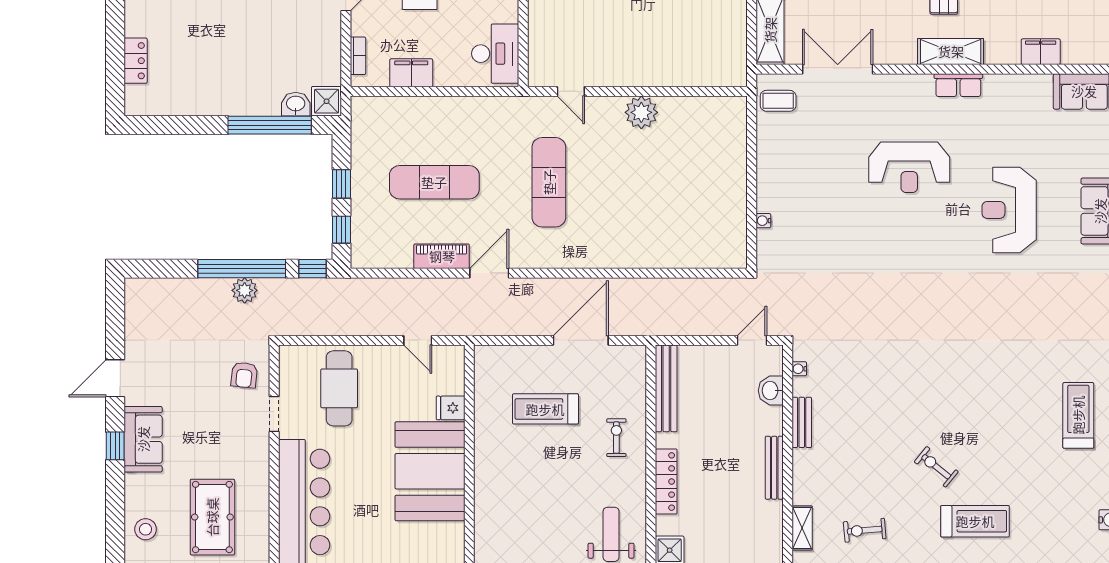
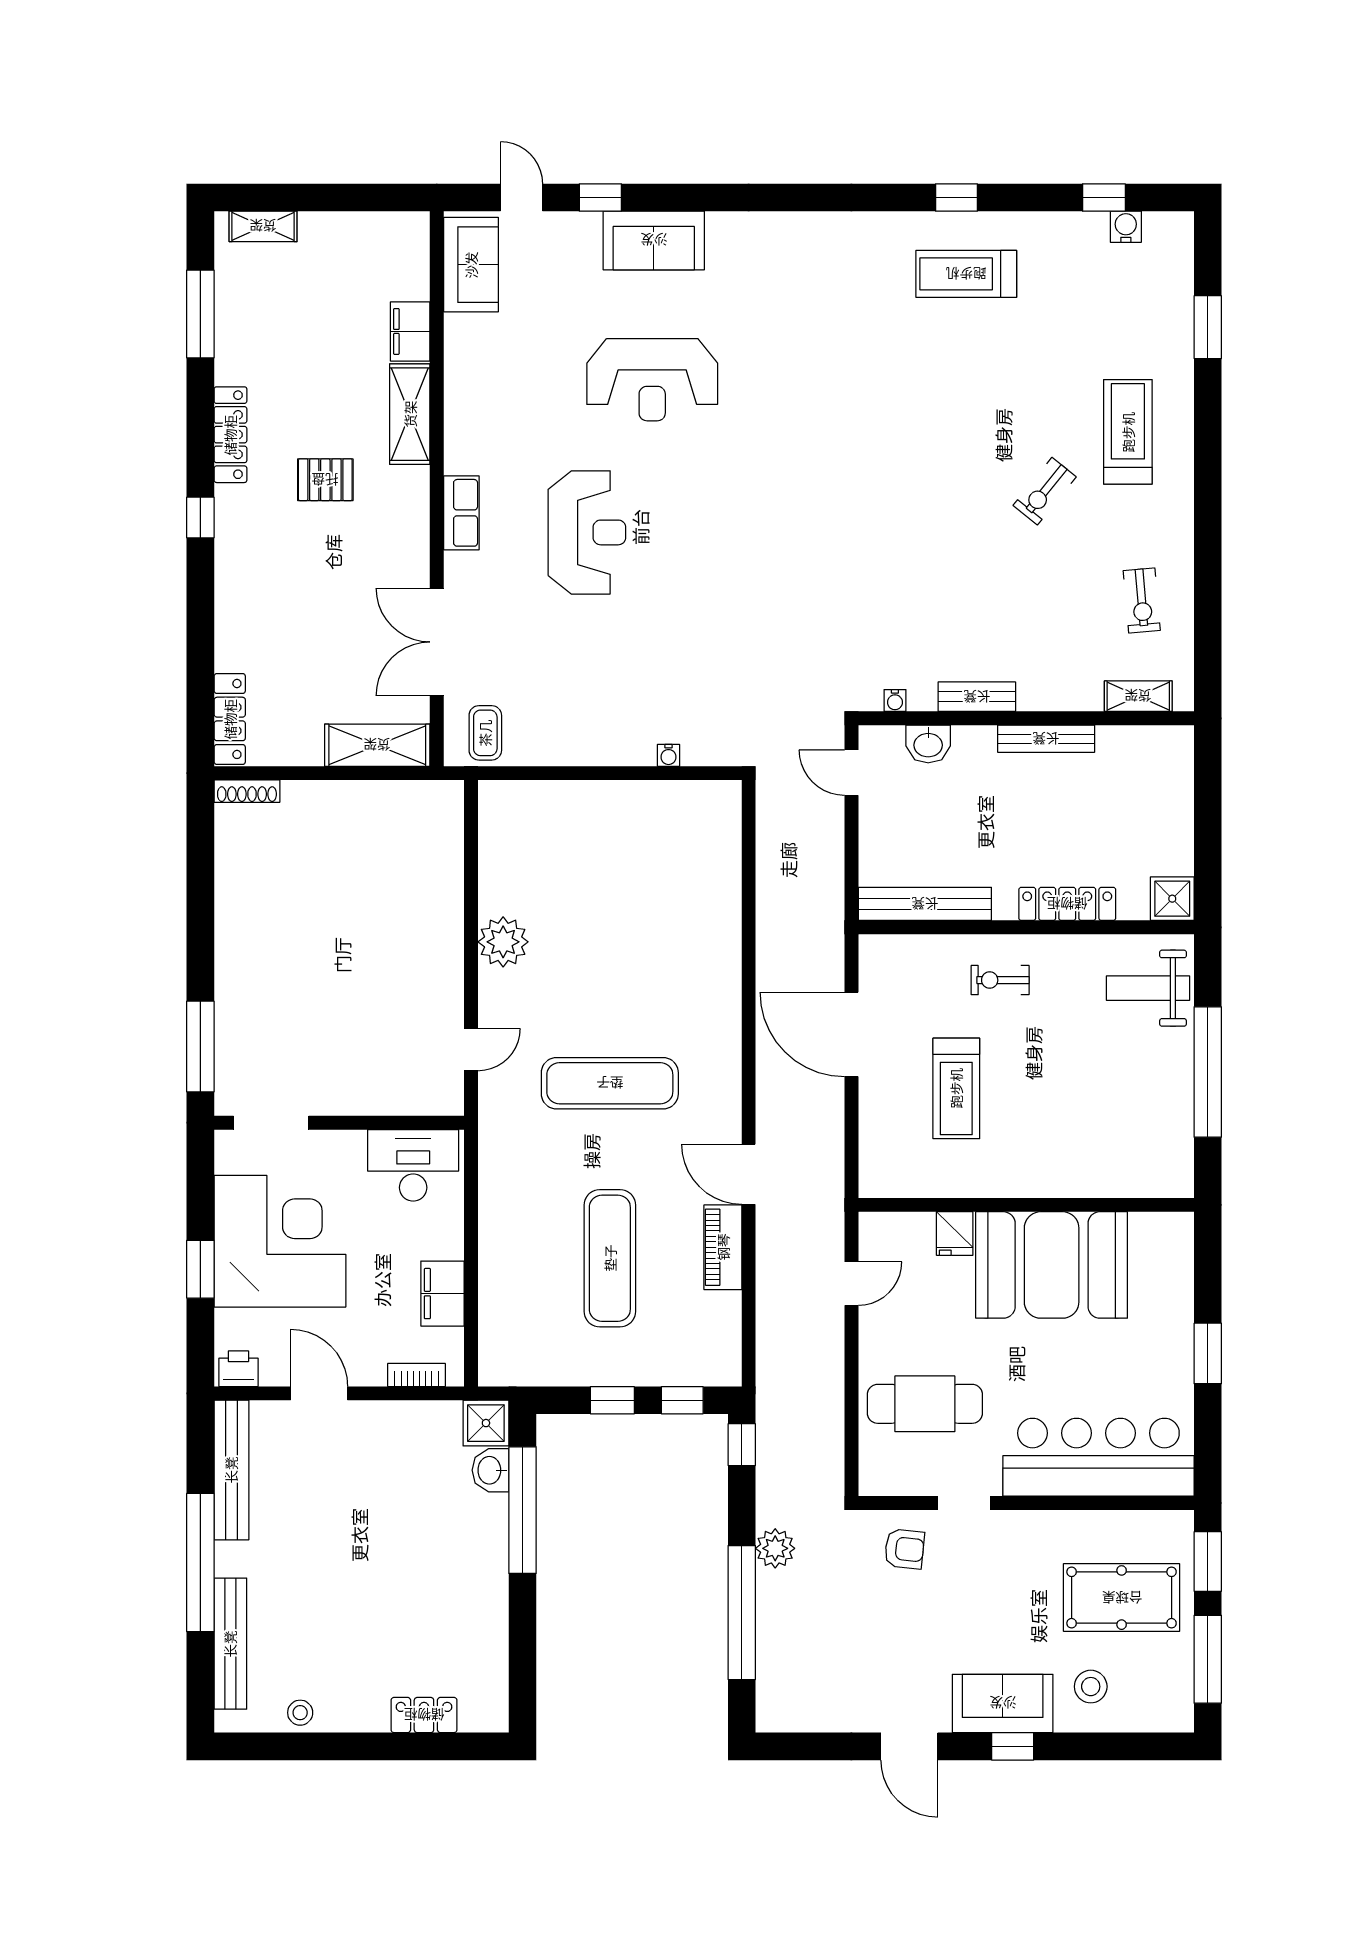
shelving: (951, 51) -> (410, 414), moved
row of seats: (958, 85) -> (461, 513), moved
window: (242, 269) -> (742, 1613), moved
stool: (146, 529) -> (1091, 1687), moved

